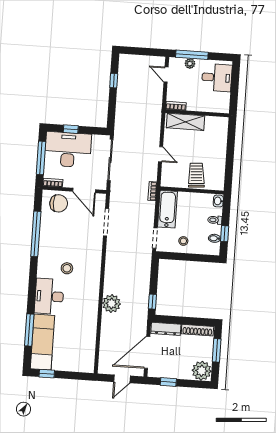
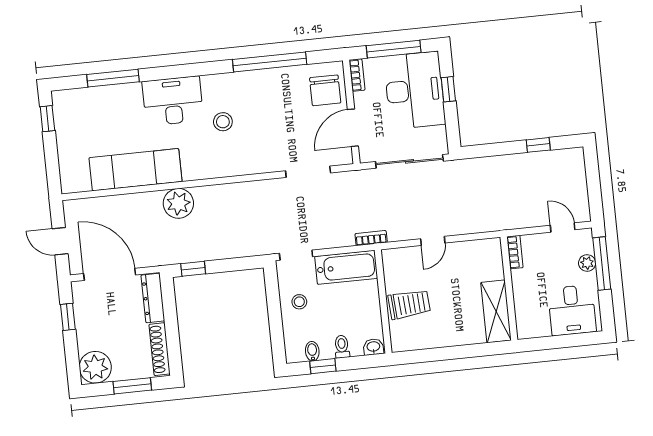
door: (166, 75) -> (563, 228), hinge flipped
shelving: (185, 122) -> (496, 311), moved
exam couch: (42, 342) -> (135, 170), moved, turned 180

